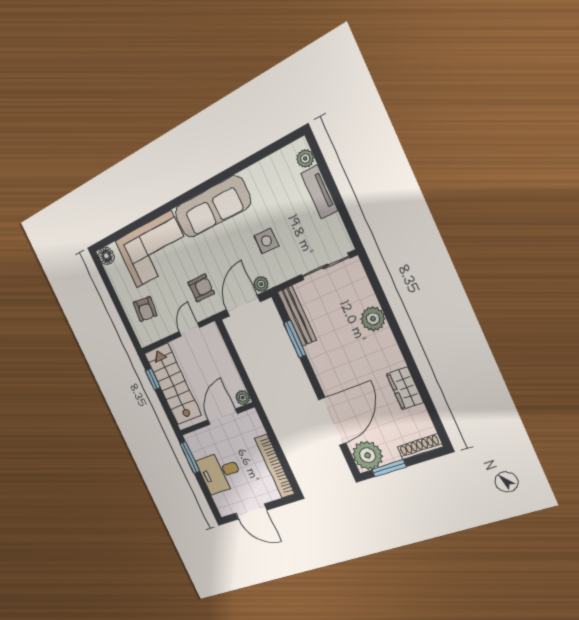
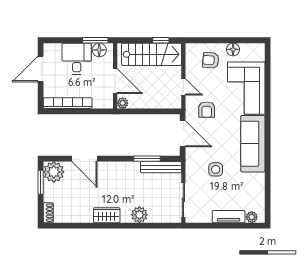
floor lamp: (106, 256) -> (233, 49), moved
plant: (261, 284) -> (191, 153), removed
wardrobe: (405, 388) -> (107, 215), moved
door: (332, 421) -> (84, 159), width x0.73
shoe rack: (420, 447) -> (48, 213), width x0.70
floor lamp: (198, 449) -> (99, 50), added

